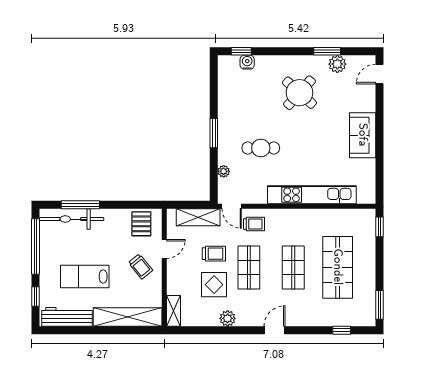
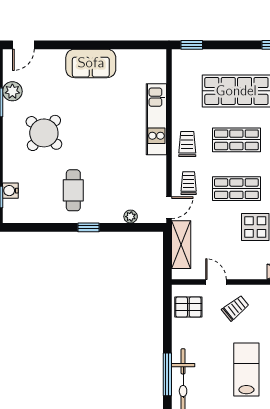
door: (380, 74) -> (23, 45), hinge flipped
window: (214, 133) -> (88, 227), width x0.67
cafe table: (261, 148) -> (73, 190), moved
kitchen unit: (312, 195) -> (156, 119), width x0.73
trolley: (214, 254) -> (187, 144), moved
lab bench: (85, 277) -> (246, 369), turned 180

